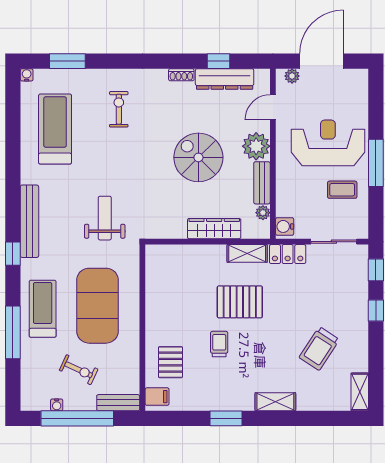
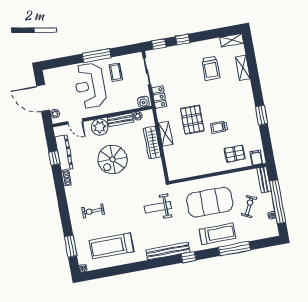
shelving: (247, 253) -> (166, 134), moved
treadmill: (43, 309) -> (217, 234), turned 180
trolley: (319, 348) -> (211, 68), turned 57
shelving: (275, 402) -> (243, 68), moved

